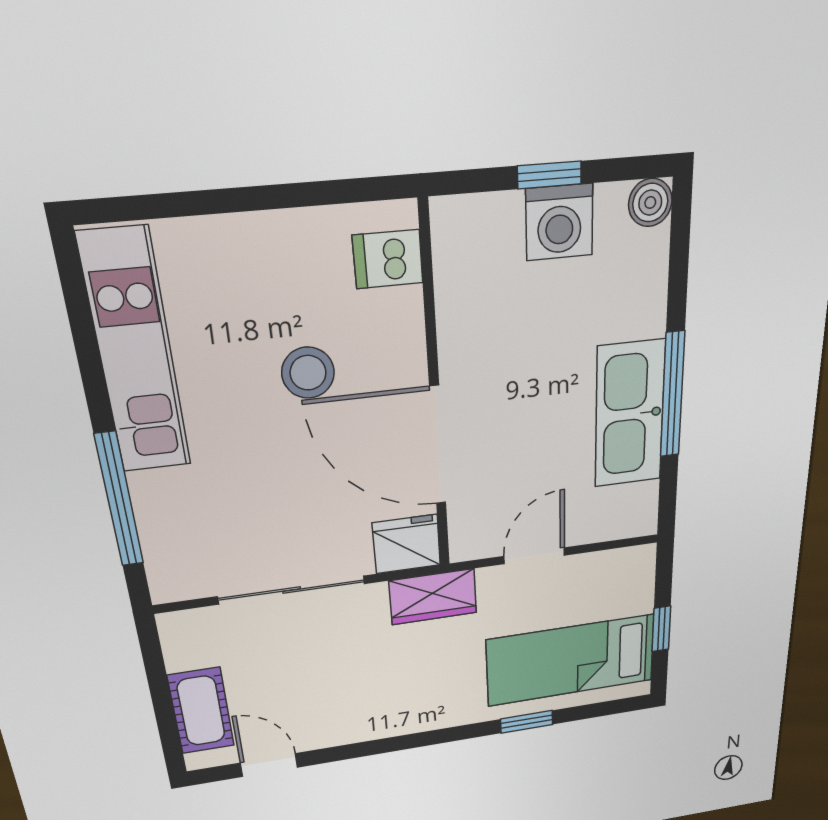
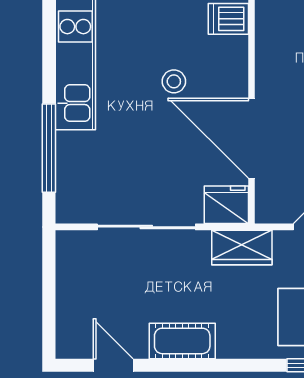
stool: (308, 373) -> (174, 81), width x0.73, depth x0.73
cot: (201, 711) -> (182, 341), moved, turned 90

